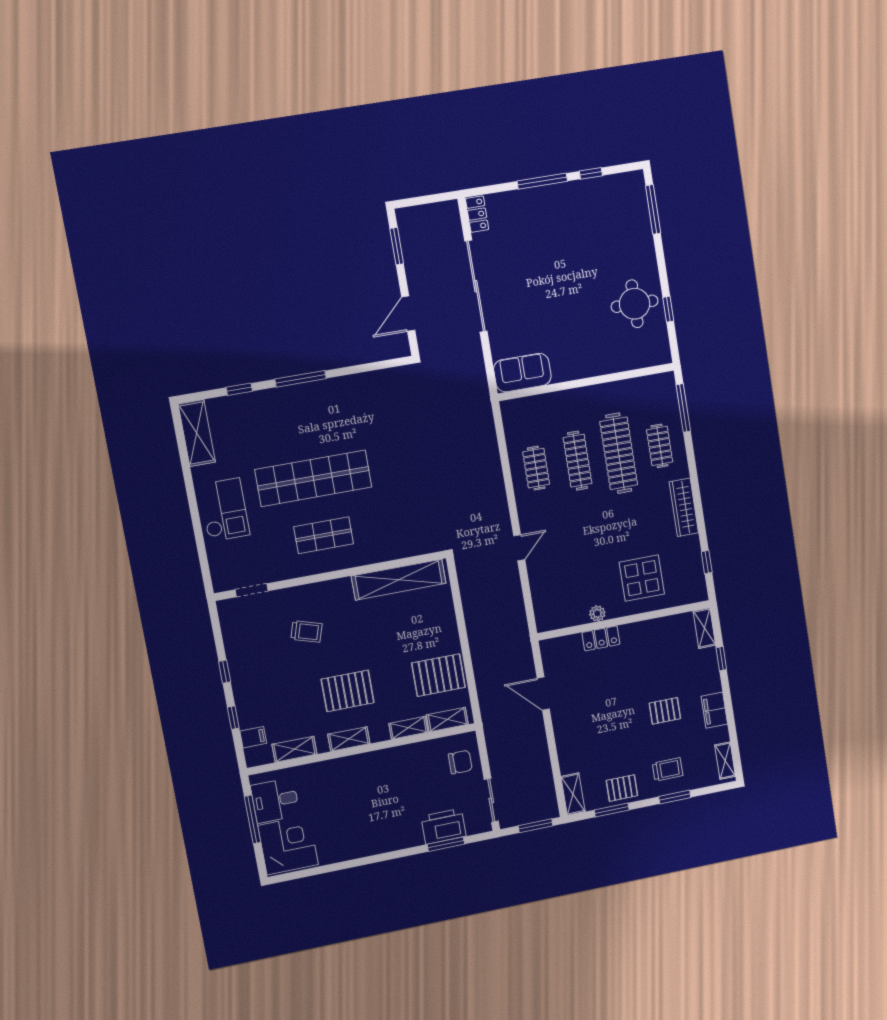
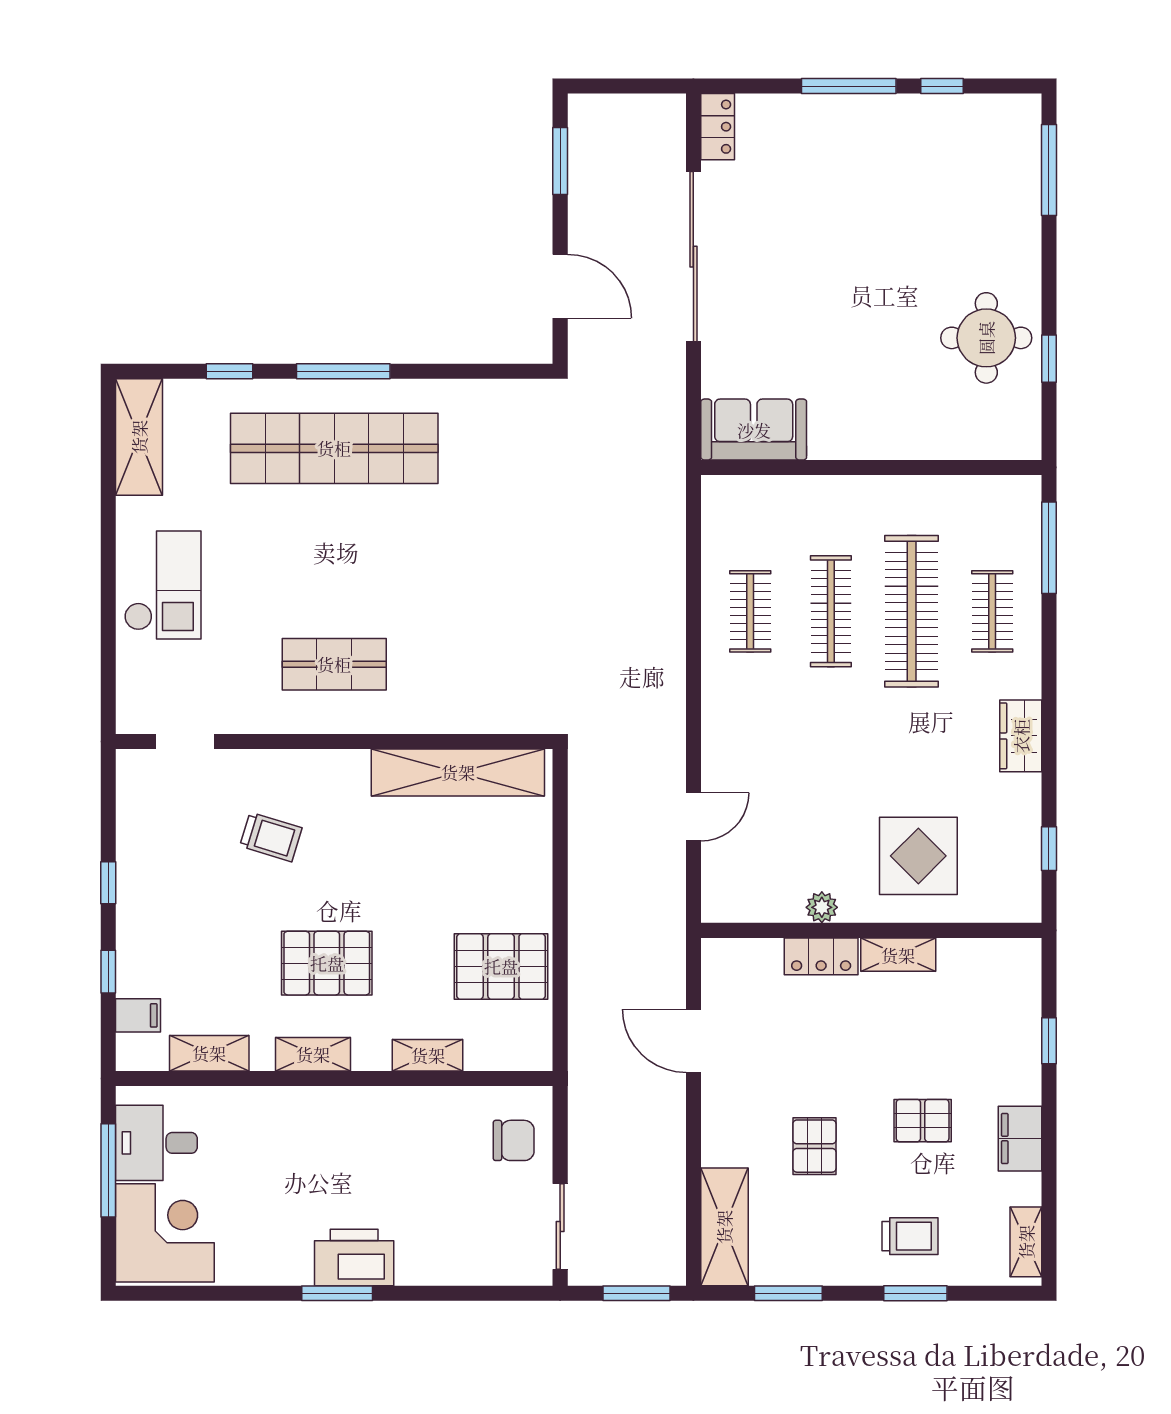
door: (408, 314) -> (560, 286), swing flipped
shop shelf: (313, 478) -> (334, 448), moved
wardrobe: (684, 507) -> (1021, 736), width x0.67
door: (519, 548) -> (693, 817), moved
shelving: (704, 628) -> (898, 955), moved, turned 90
shelving: (447, 720) -> (503, 1054), removed
pallet: (622, 788) -> (814, 1146), moved, turned 90
shelving: (573, 794) -> (724, 1227), width x1.50, depth x1.33
printer: (444, 826) -> (354, 1258), moved
window: (446, 844) -> (337, 1293), moved

